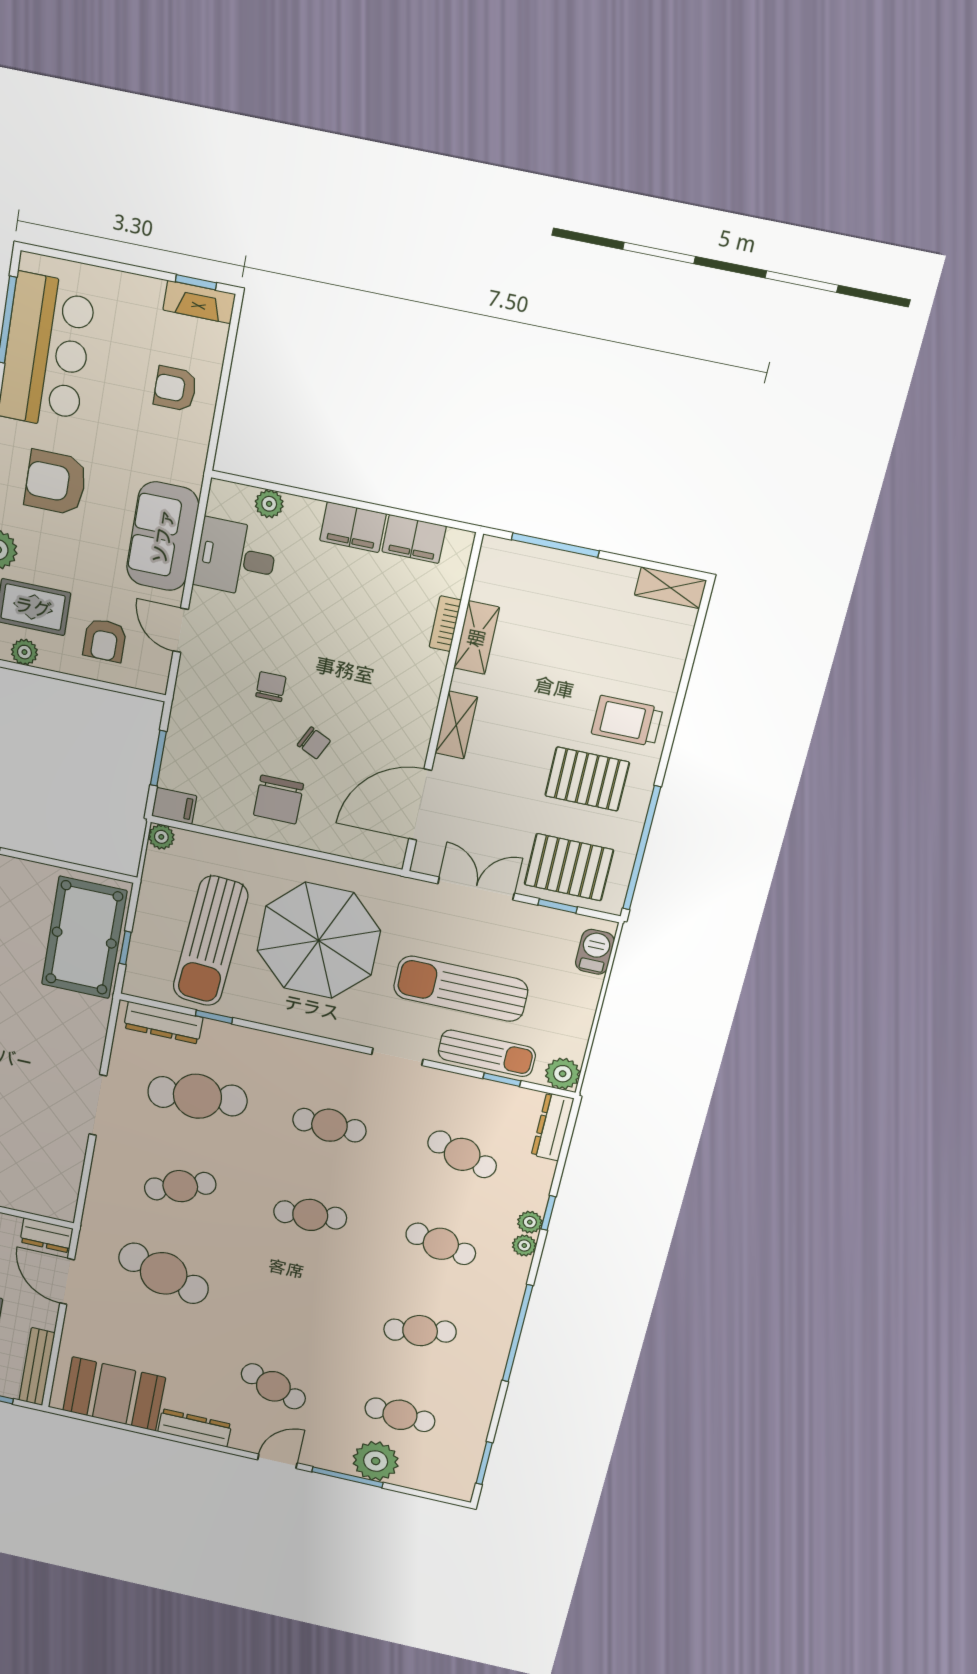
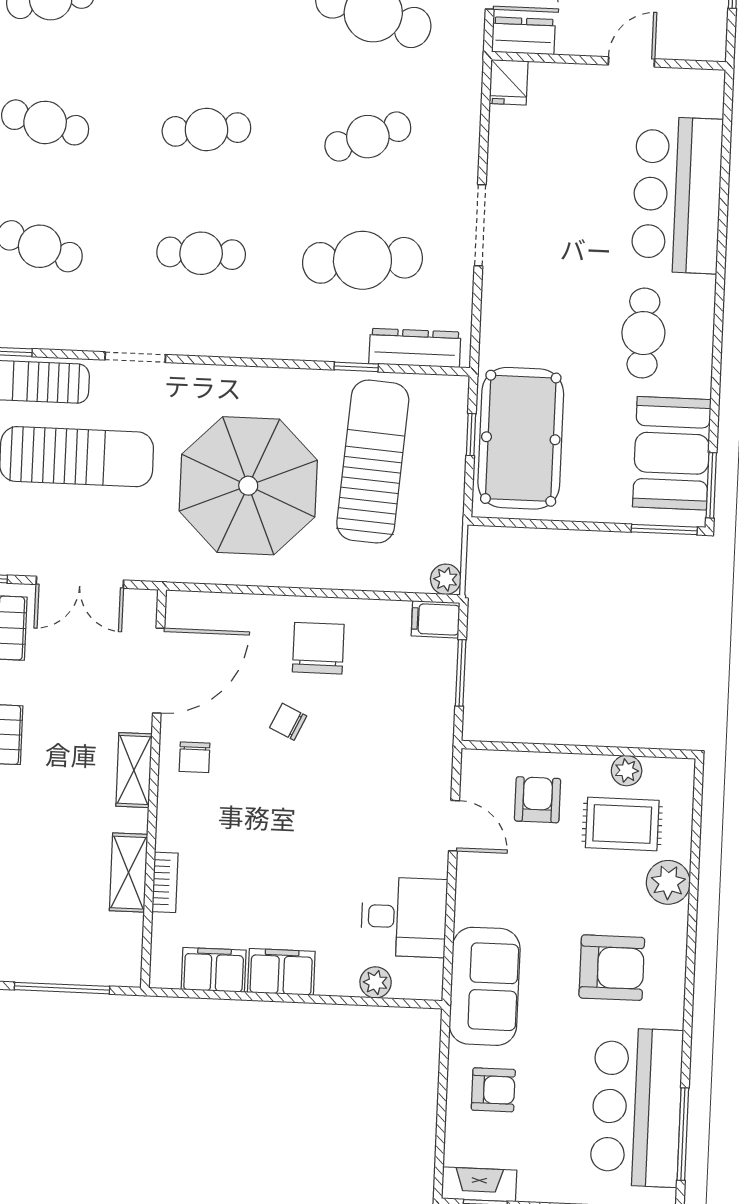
sofa: (163, 536) -> (485, 986), moved
chair: (271, 687) -> (195, 757), moved
fridge: (62, 1205) -> (509, 82), added

